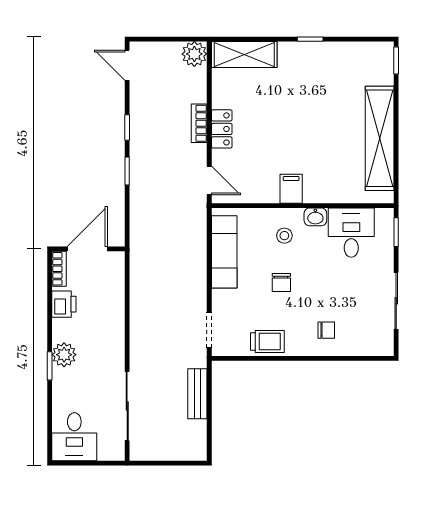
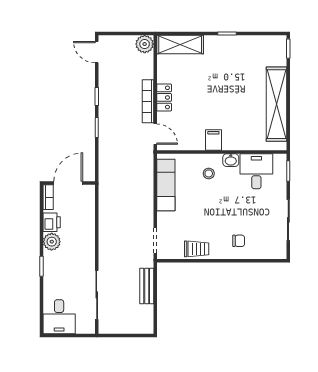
bookcase: (199, 123) -> (148, 101), width x1.56
chair: (281, 282) -> (207, 207), removed
plant: (64, 355) -> (52, 242), moved

